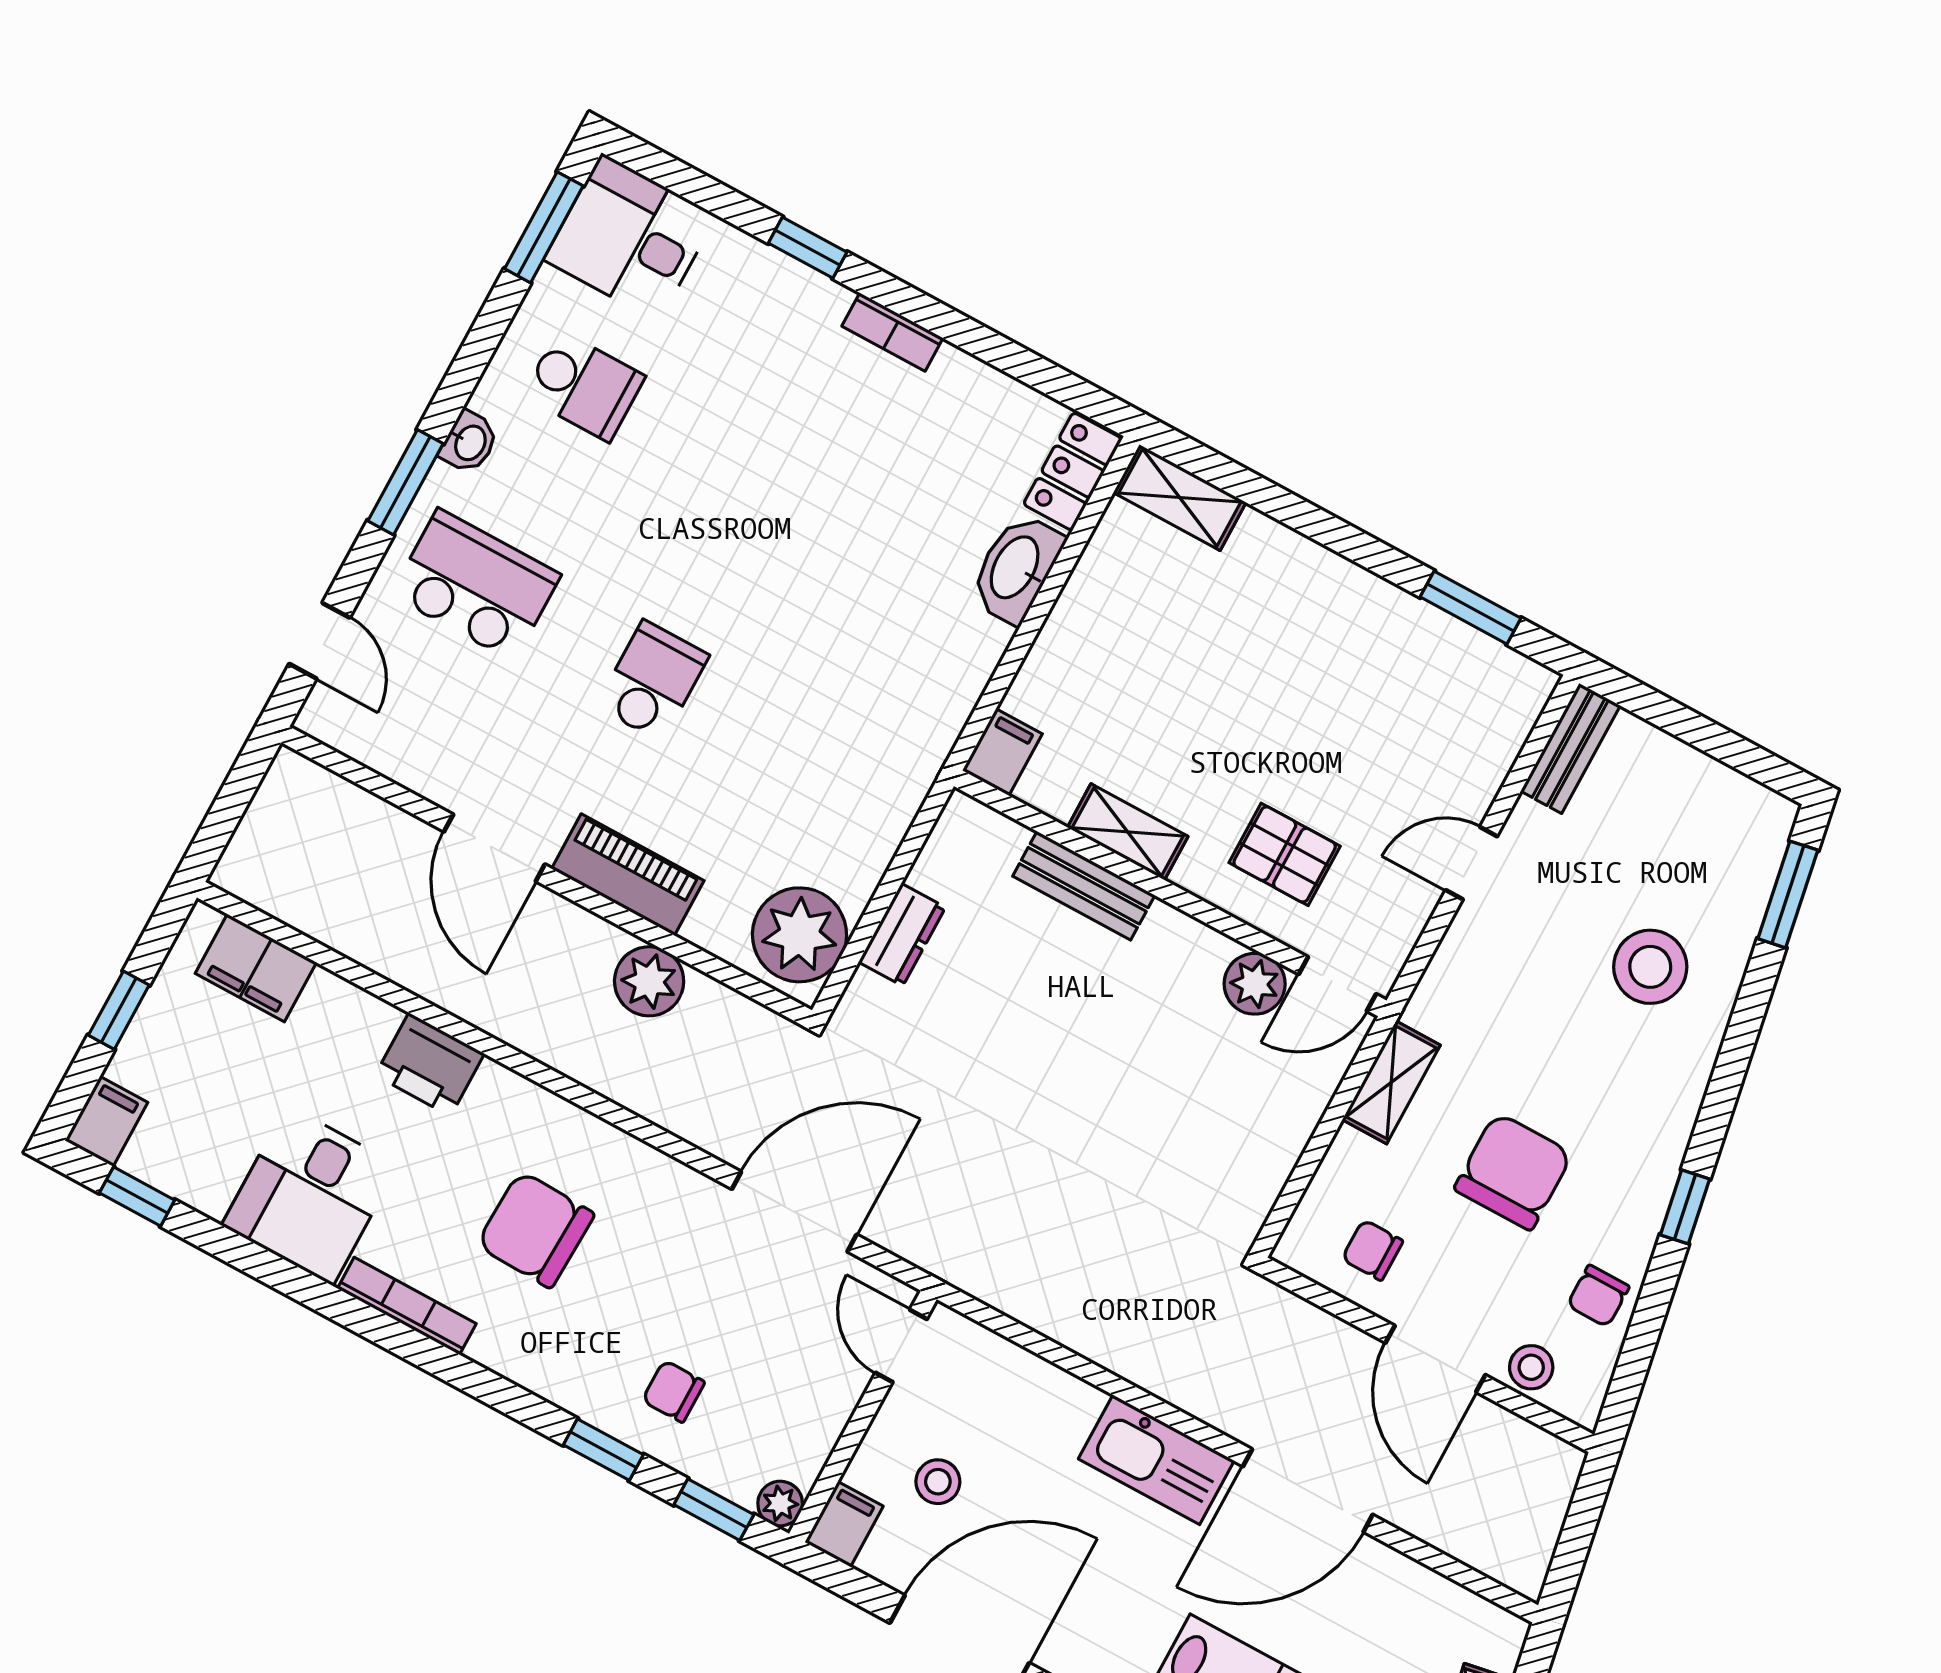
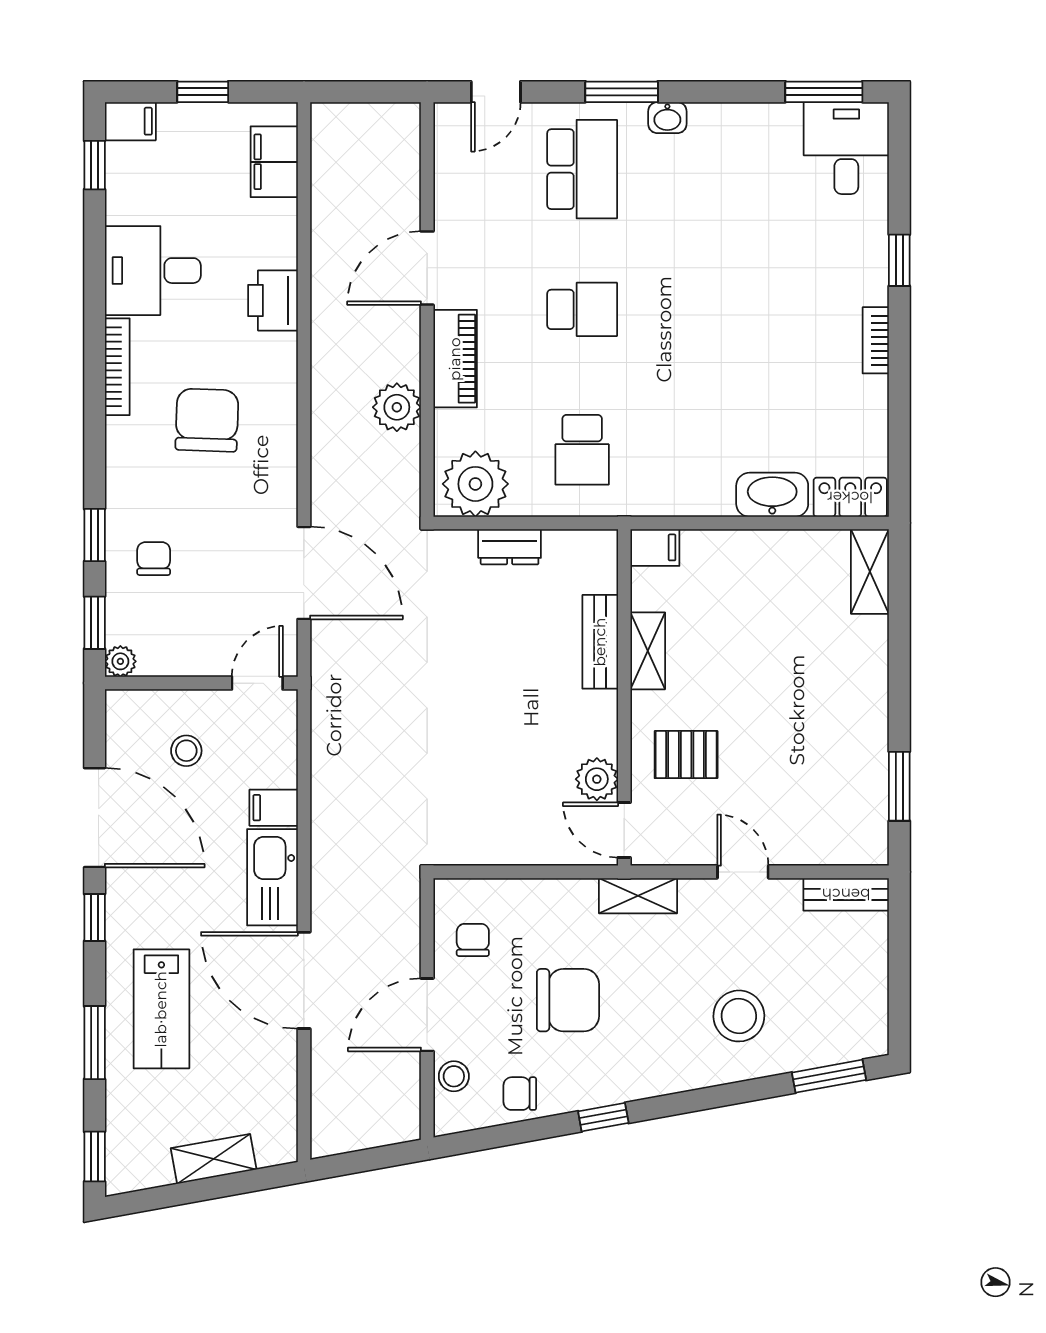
school desk: (584, 386) -> (582, 450), moved
pallet: (1285, 854) -> (686, 755), turned 90
shelving: (1391, 1082) -> (638, 896), moved
filing cabinet: (844, 1524) -> (274, 808), moved, turned 180

